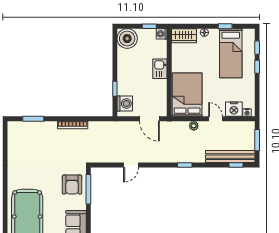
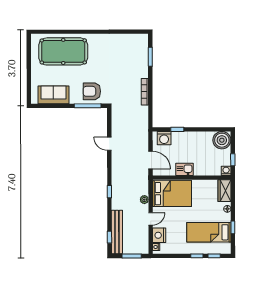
kitchen sink: (160, 69) -> (185, 169), moved
door: (149, 119) -> (150, 160), swing flipped

